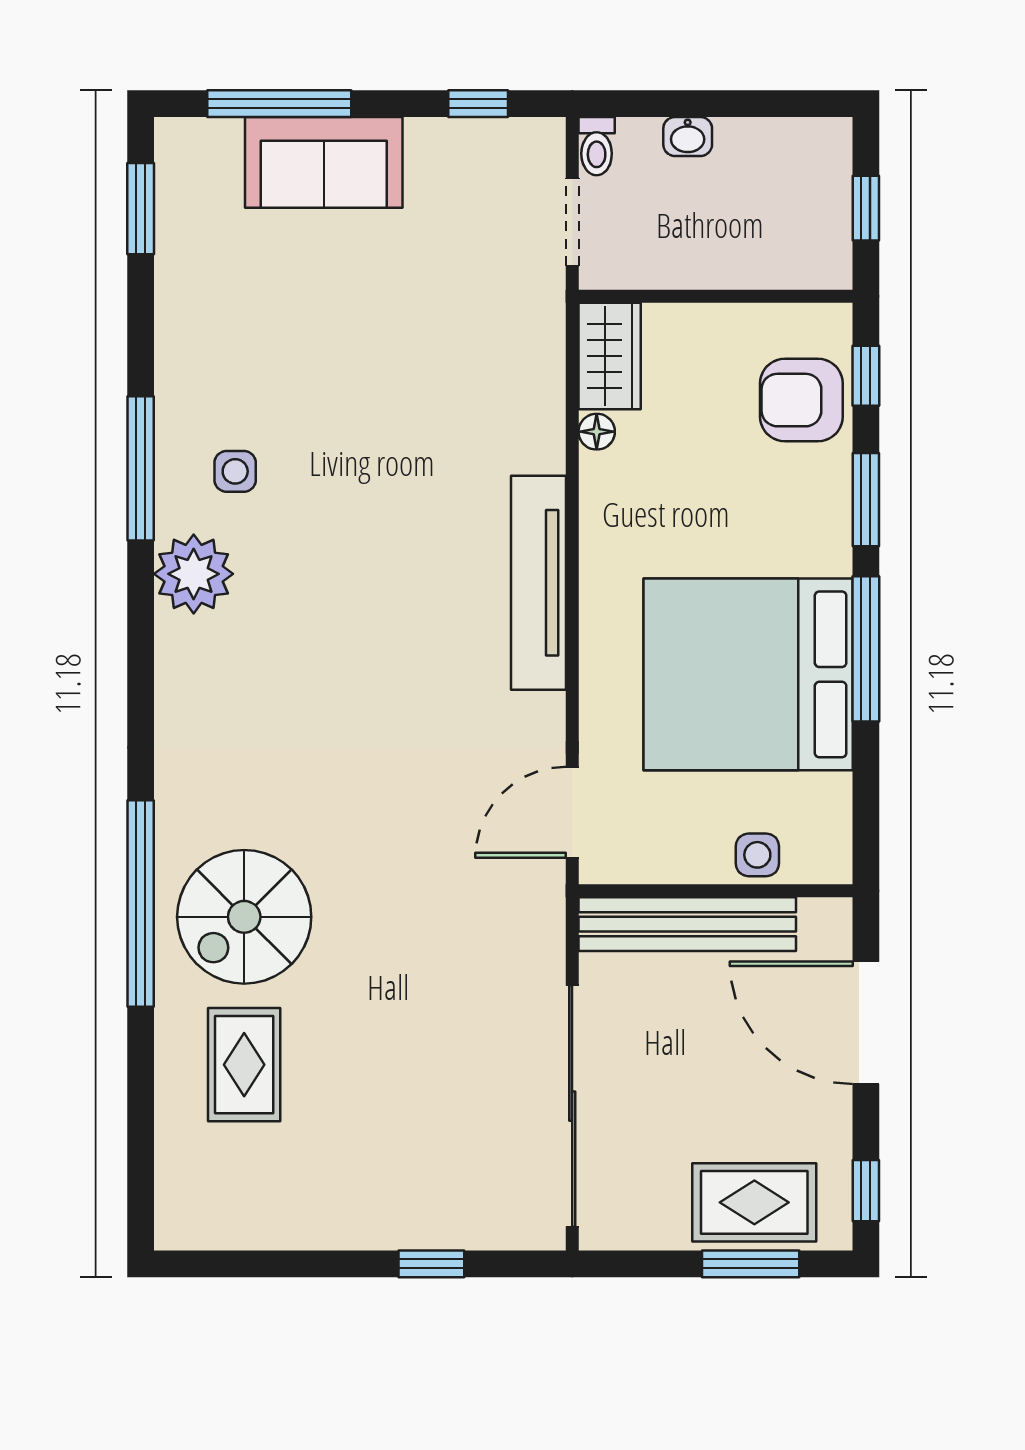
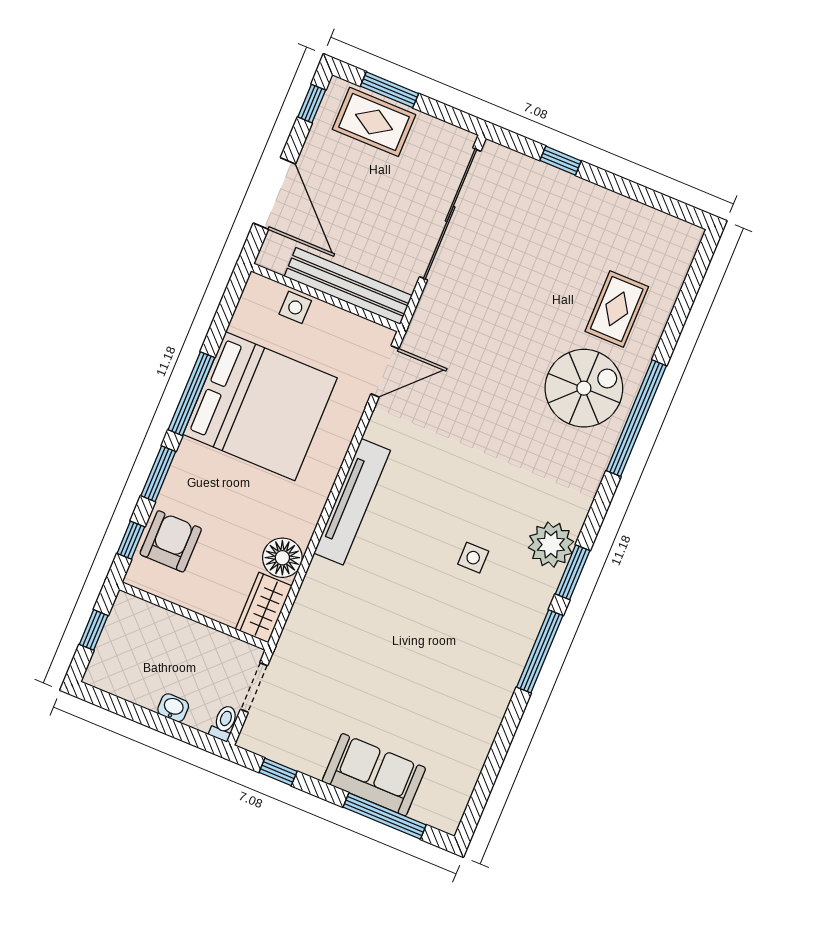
window: (141, 209) -> (573, 572), moved
armchair: (801, 400) -> (171, 541), turned -90
floor lamp: (597, 432) -> (282, 558), width x1.89, depth x1.89
side table: (235, 471) -> (473, 558), moved
plant: (194, 574) -> (551, 545), moved

